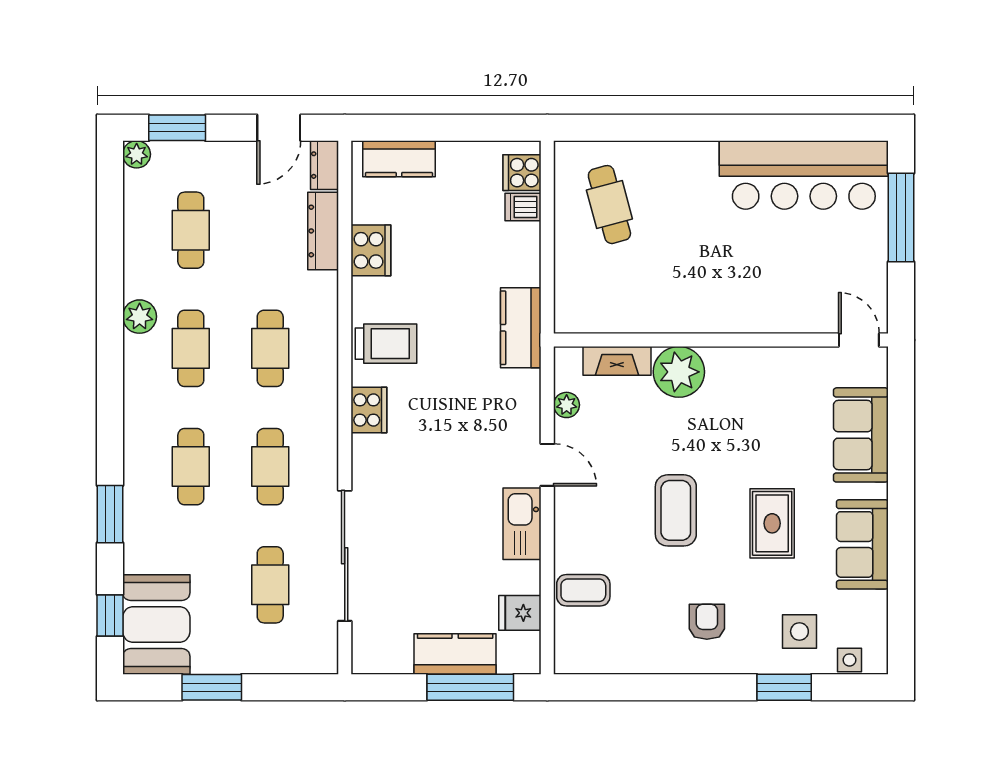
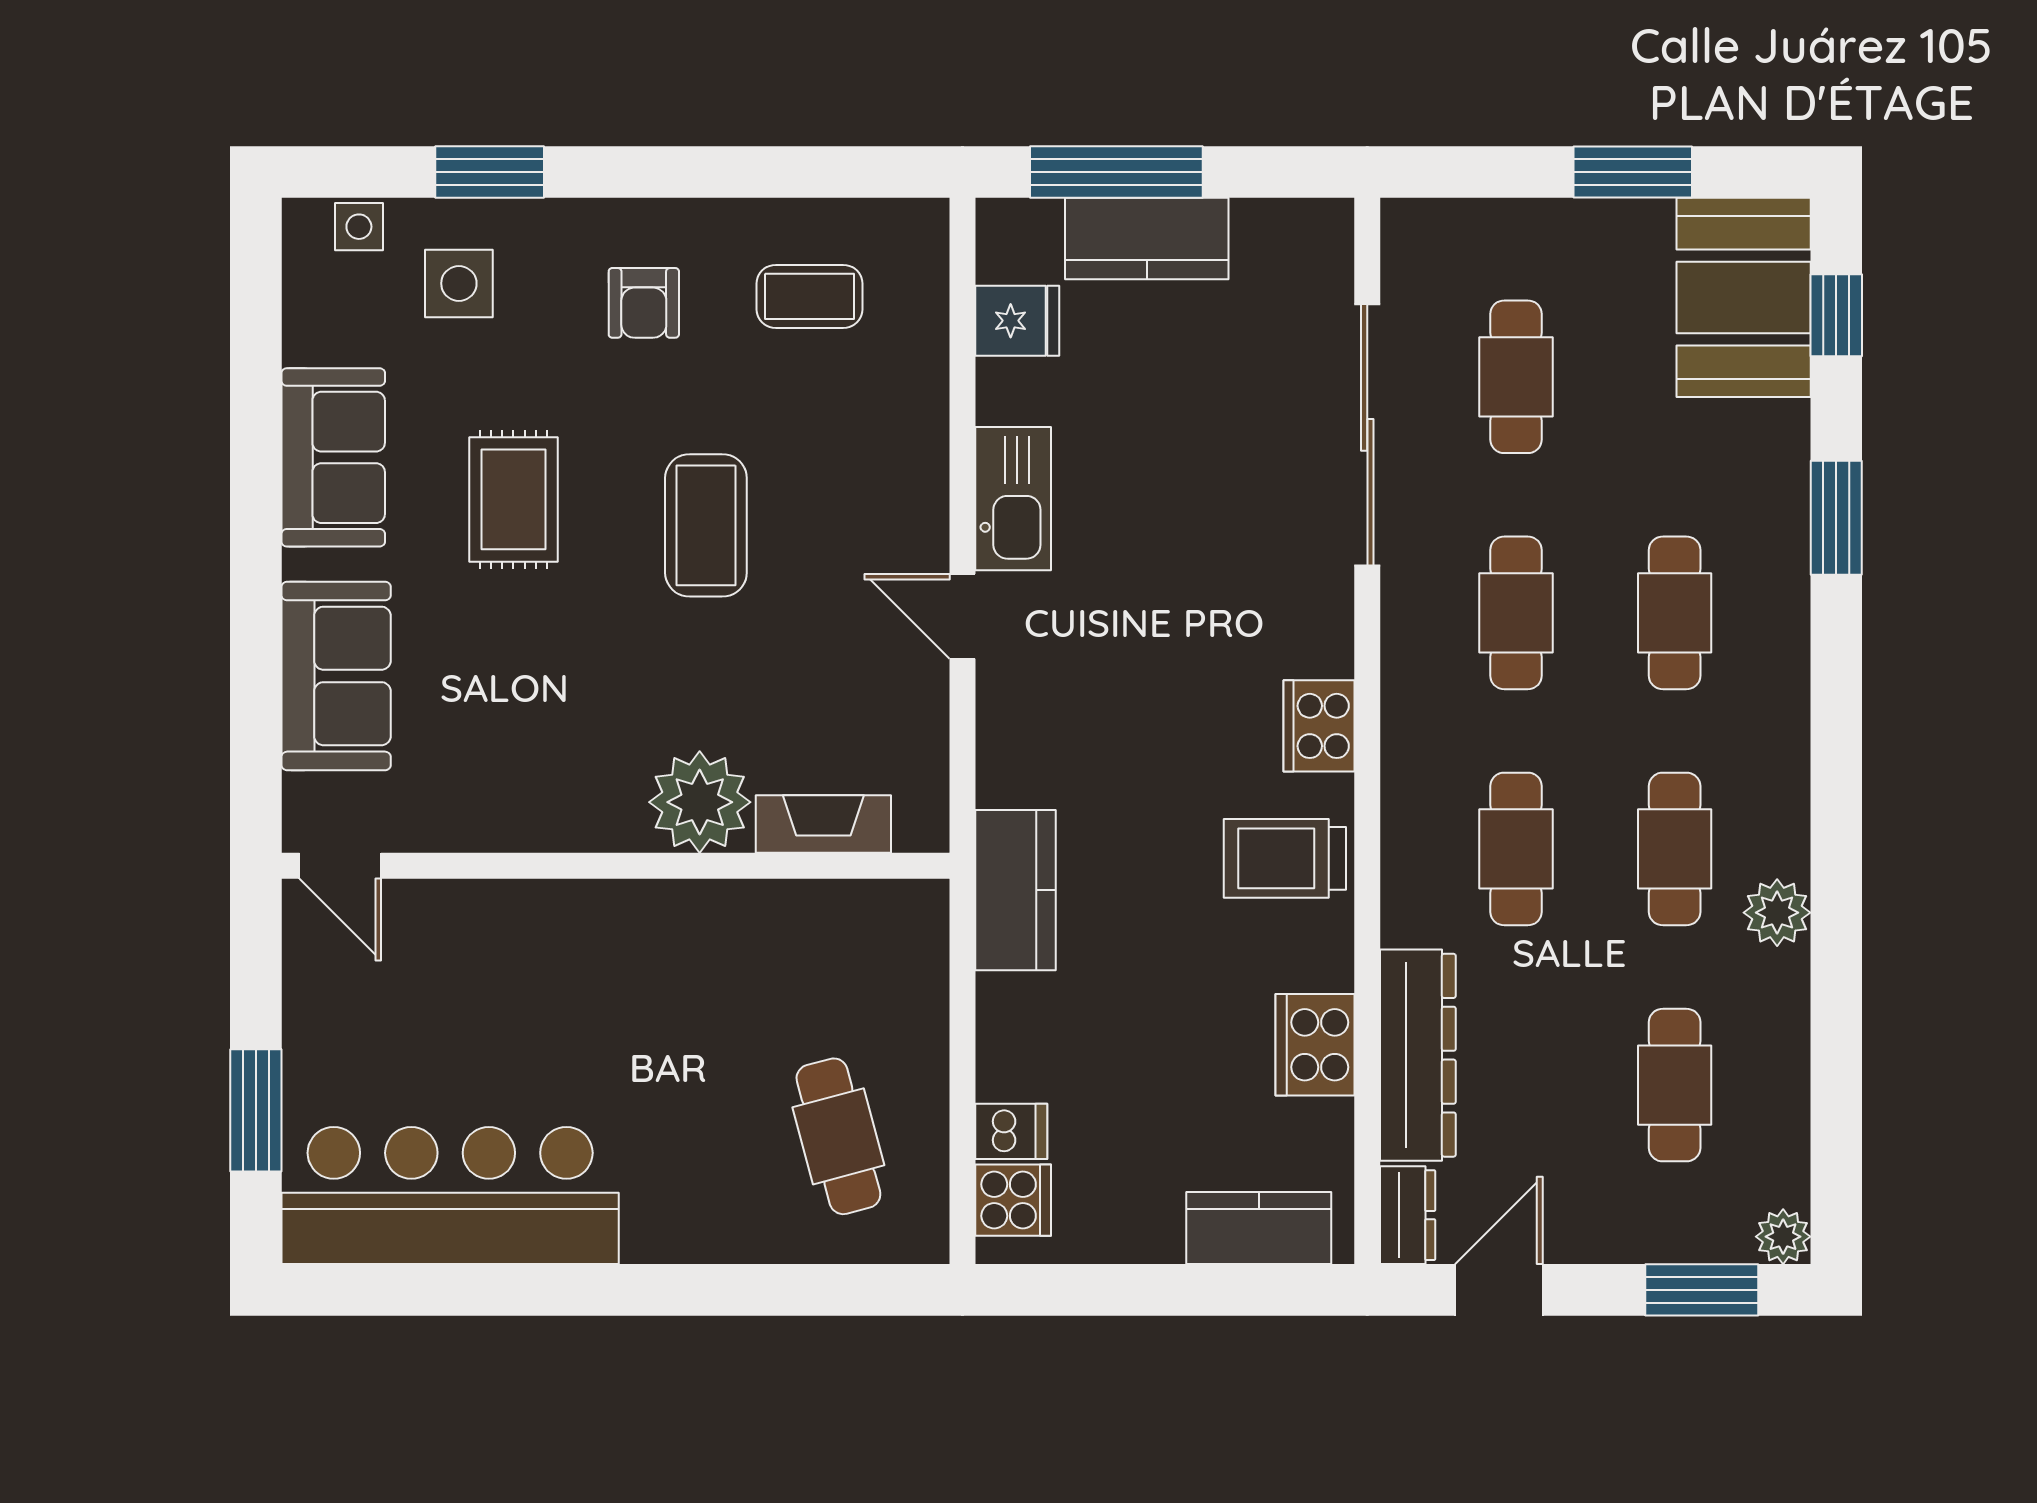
window: (901, 218) -> (256, 1110), width x0.69
dresser: (323, 231) -> (1418, 1055), width x1.37, depth x1.24
plant: (567, 405) -> (924, 736), removed
coffee table: (583, 590) -> (809, 296), moved

